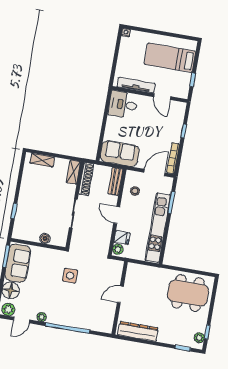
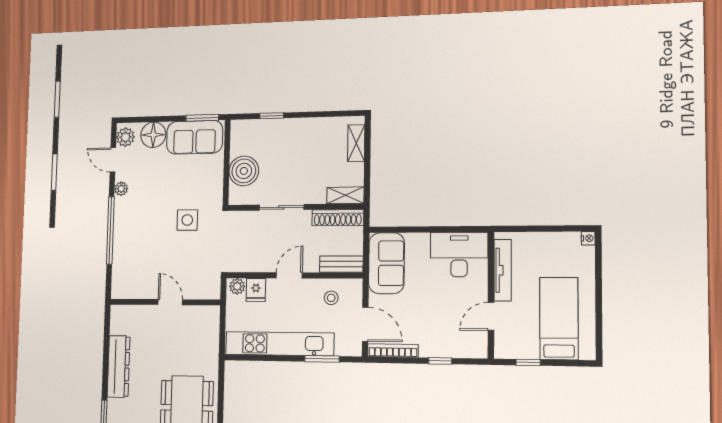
desk: (123, 104) -> (459, 254), width x1.37
boiler: (45, 239) -> (244, 171), width x1.86, depth x1.86
dresser: (138, 331) -> (119, 366), moved

